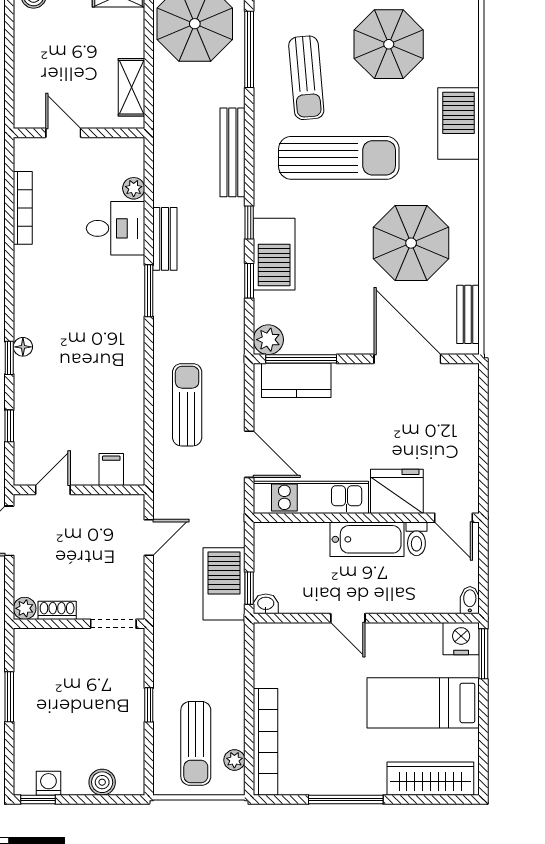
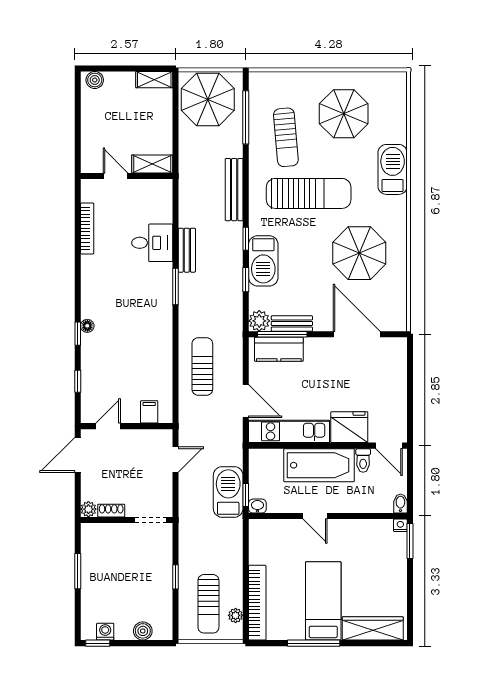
shelving: (132, 87) -> (152, 164), moved, turned 90
plant: (134, 188) -> (165, 215), removed
bench: (468, 314) -> (292, 323), moved, turned 90
bathtub: (367, 539) -> (319, 465), width x1.36, depth x1.36
nightstand: (461, 639) -> (400, 525), width x0.53, depth x0.56
bed: (423, 703) -> (323, 601), moved, turned 90

